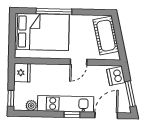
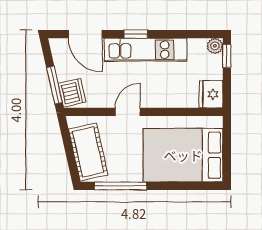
window: (54, 11) -> (121, 186), moved
window: (130, 94) -> (54, 85), moved
plant: (31, 106) -> (215, 46), moved
door: (106, 115) -> (85, 34), hinge flipped

